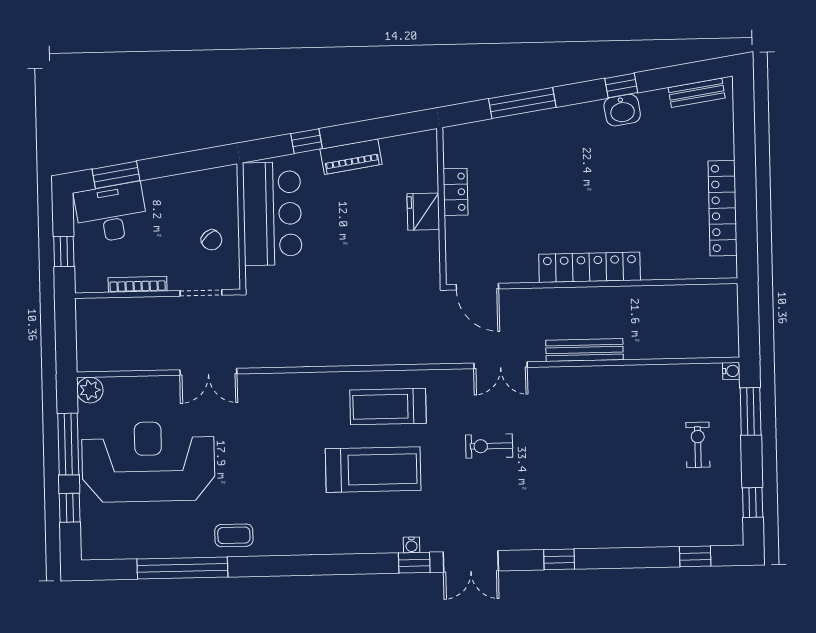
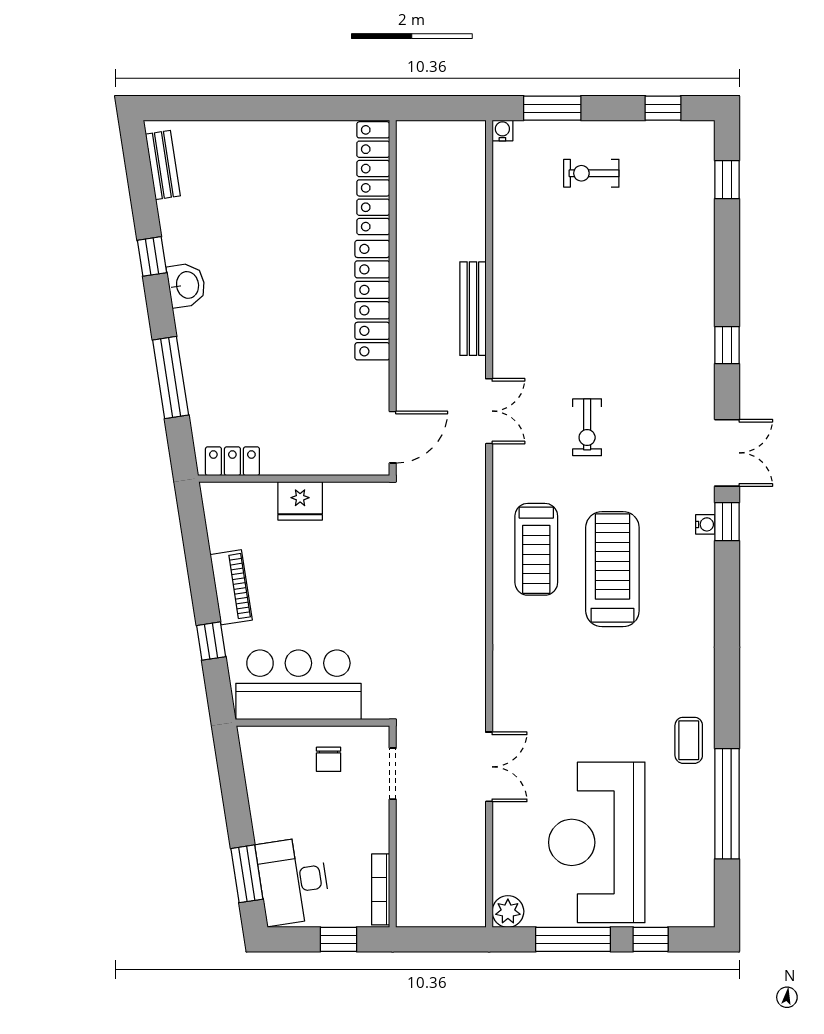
washbasin: (622, 110) -> (186, 285), moved
locker: (455, 192) -> (232, 461), moved
locker: (723, 208) -> (373, 178), moved, turned 90
chair: (212, 240) -> (329, 759), turned 130
bookcase: (138, 284) -> (381, 889), moved

